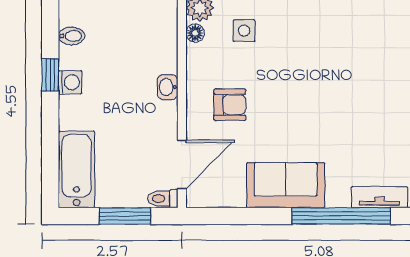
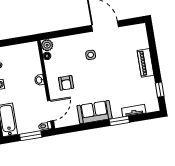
side table: (244, 31) -> (91, 55), moved
armchair: (230, 105) -> (66, 83), turned 90
window: (341, 216) -> (119, 121), width x0.47

